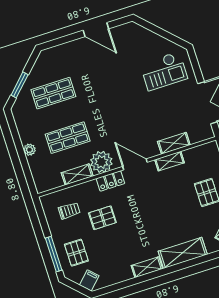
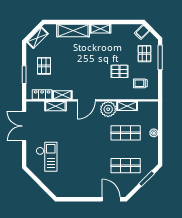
door: (96, 30) -> (111, 199), moved
checkout: (164, 71) -> (47, 157), turned 90
door: (135, 164) -> (86, 100), hinge flipped
locker: (110, 181) -> (42, 94), moved

